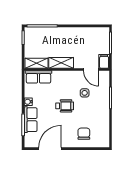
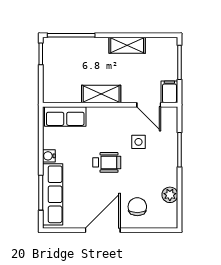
shelving: (37, 63) -> (127, 45), moved
row of seats: (31, 120) -> (53, 194), width x1.48
plant: (104, 126) -> (170, 195), added
door: (50, 149) -> (103, 230), moved

